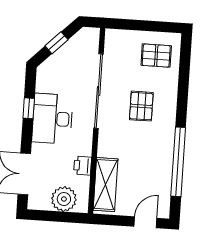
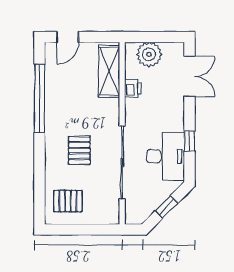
desk: (52, 119) -> (165, 156), moved

